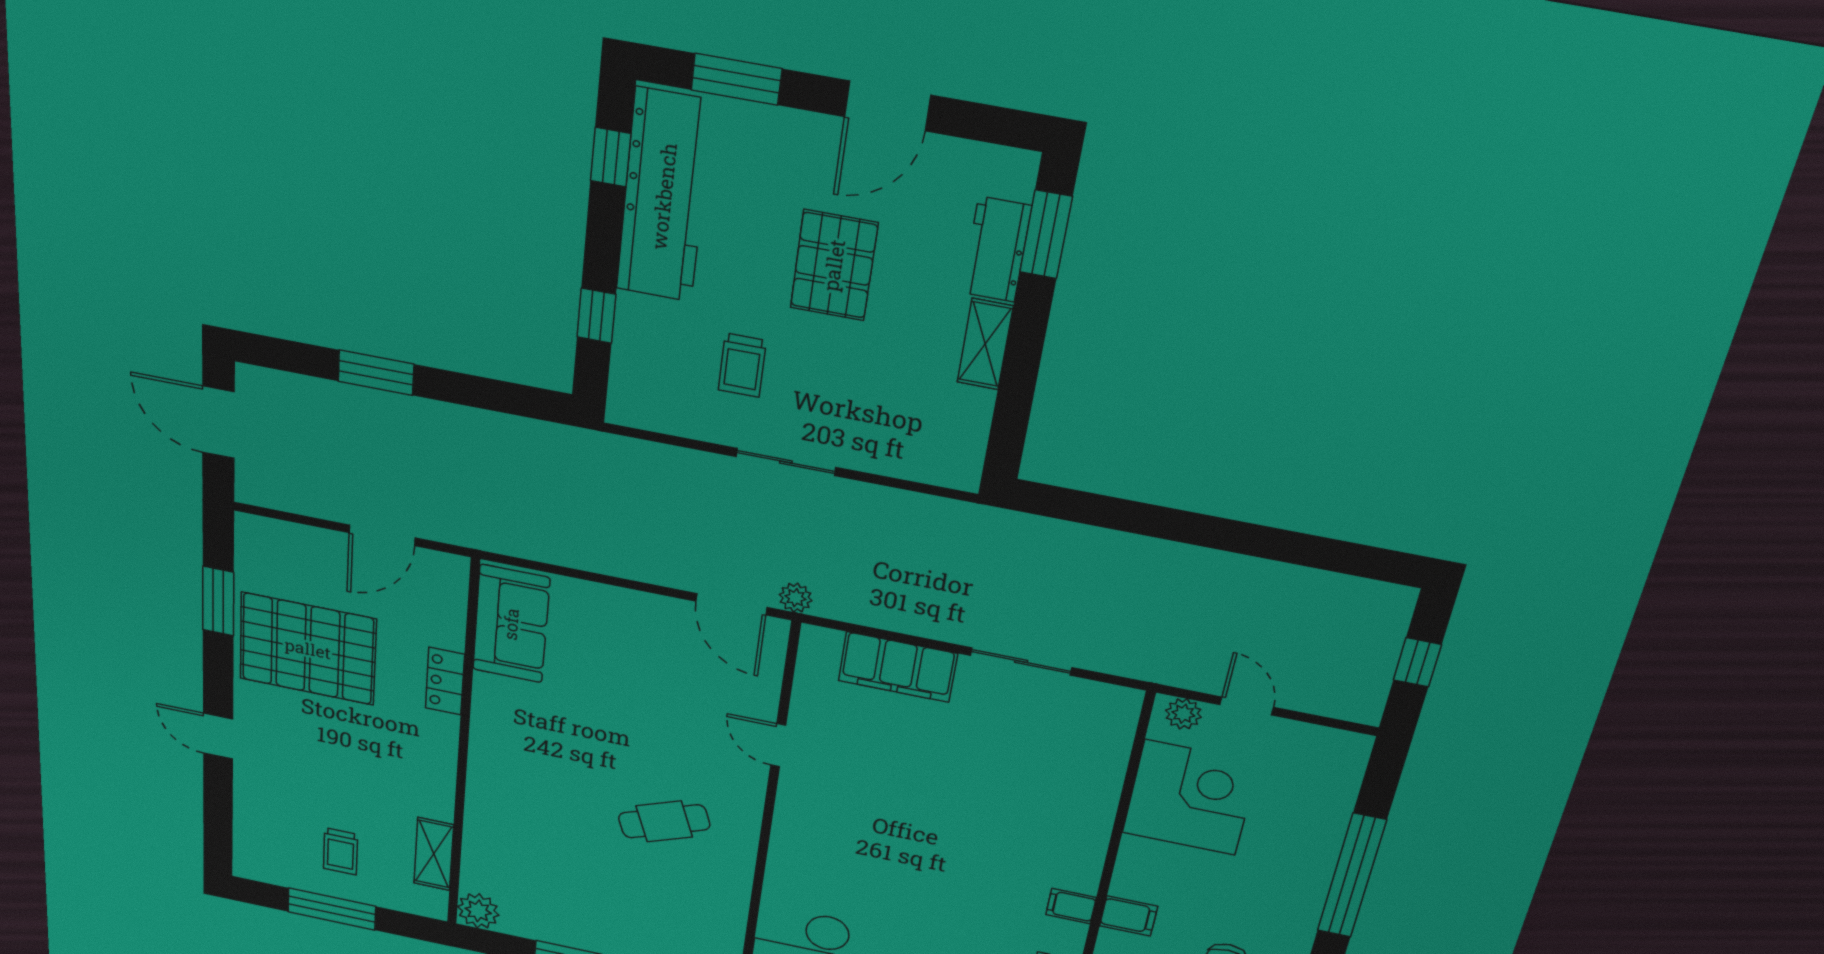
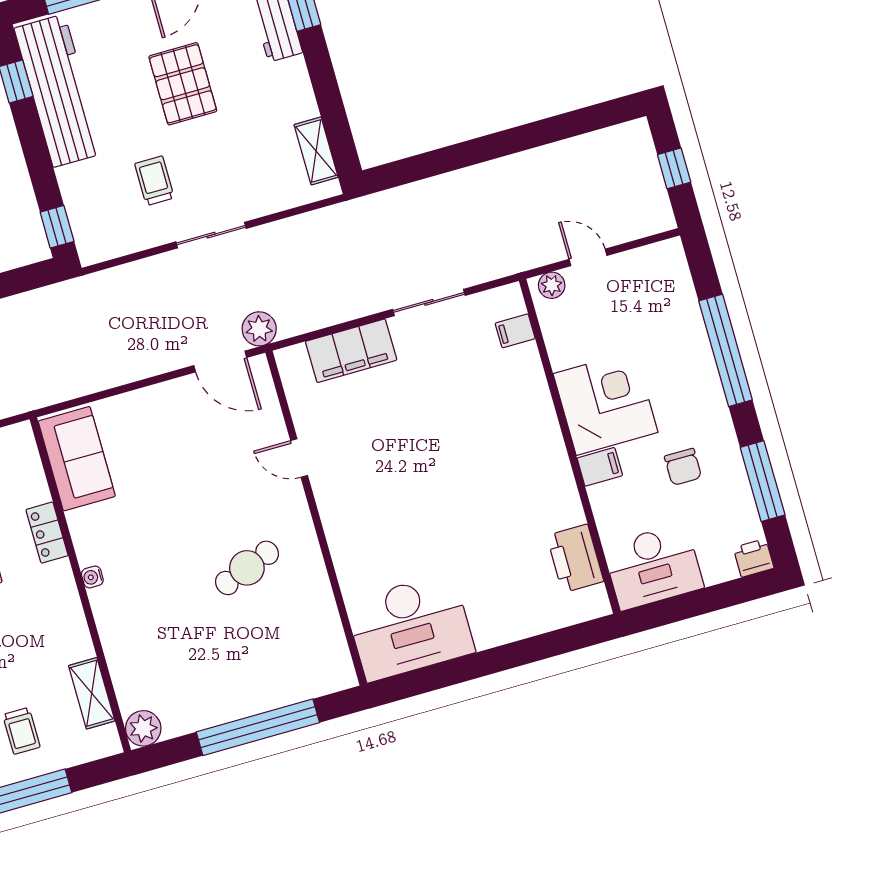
window: (596, 316) -> (57, 227), moved
shelving: (985, 344) -> (316, 151), moved
trolley: (742, 365) -> (154, 181), turned 180
plant: (796, 598) -> (259, 329), width x1.38, depth x1.38
water cooler: (480, 748) -> (92, 577), added
corner desk: (1190, 798) -> (606, 403), moved
filing cabinet: (1071, 906) -> (515, 331), moved

